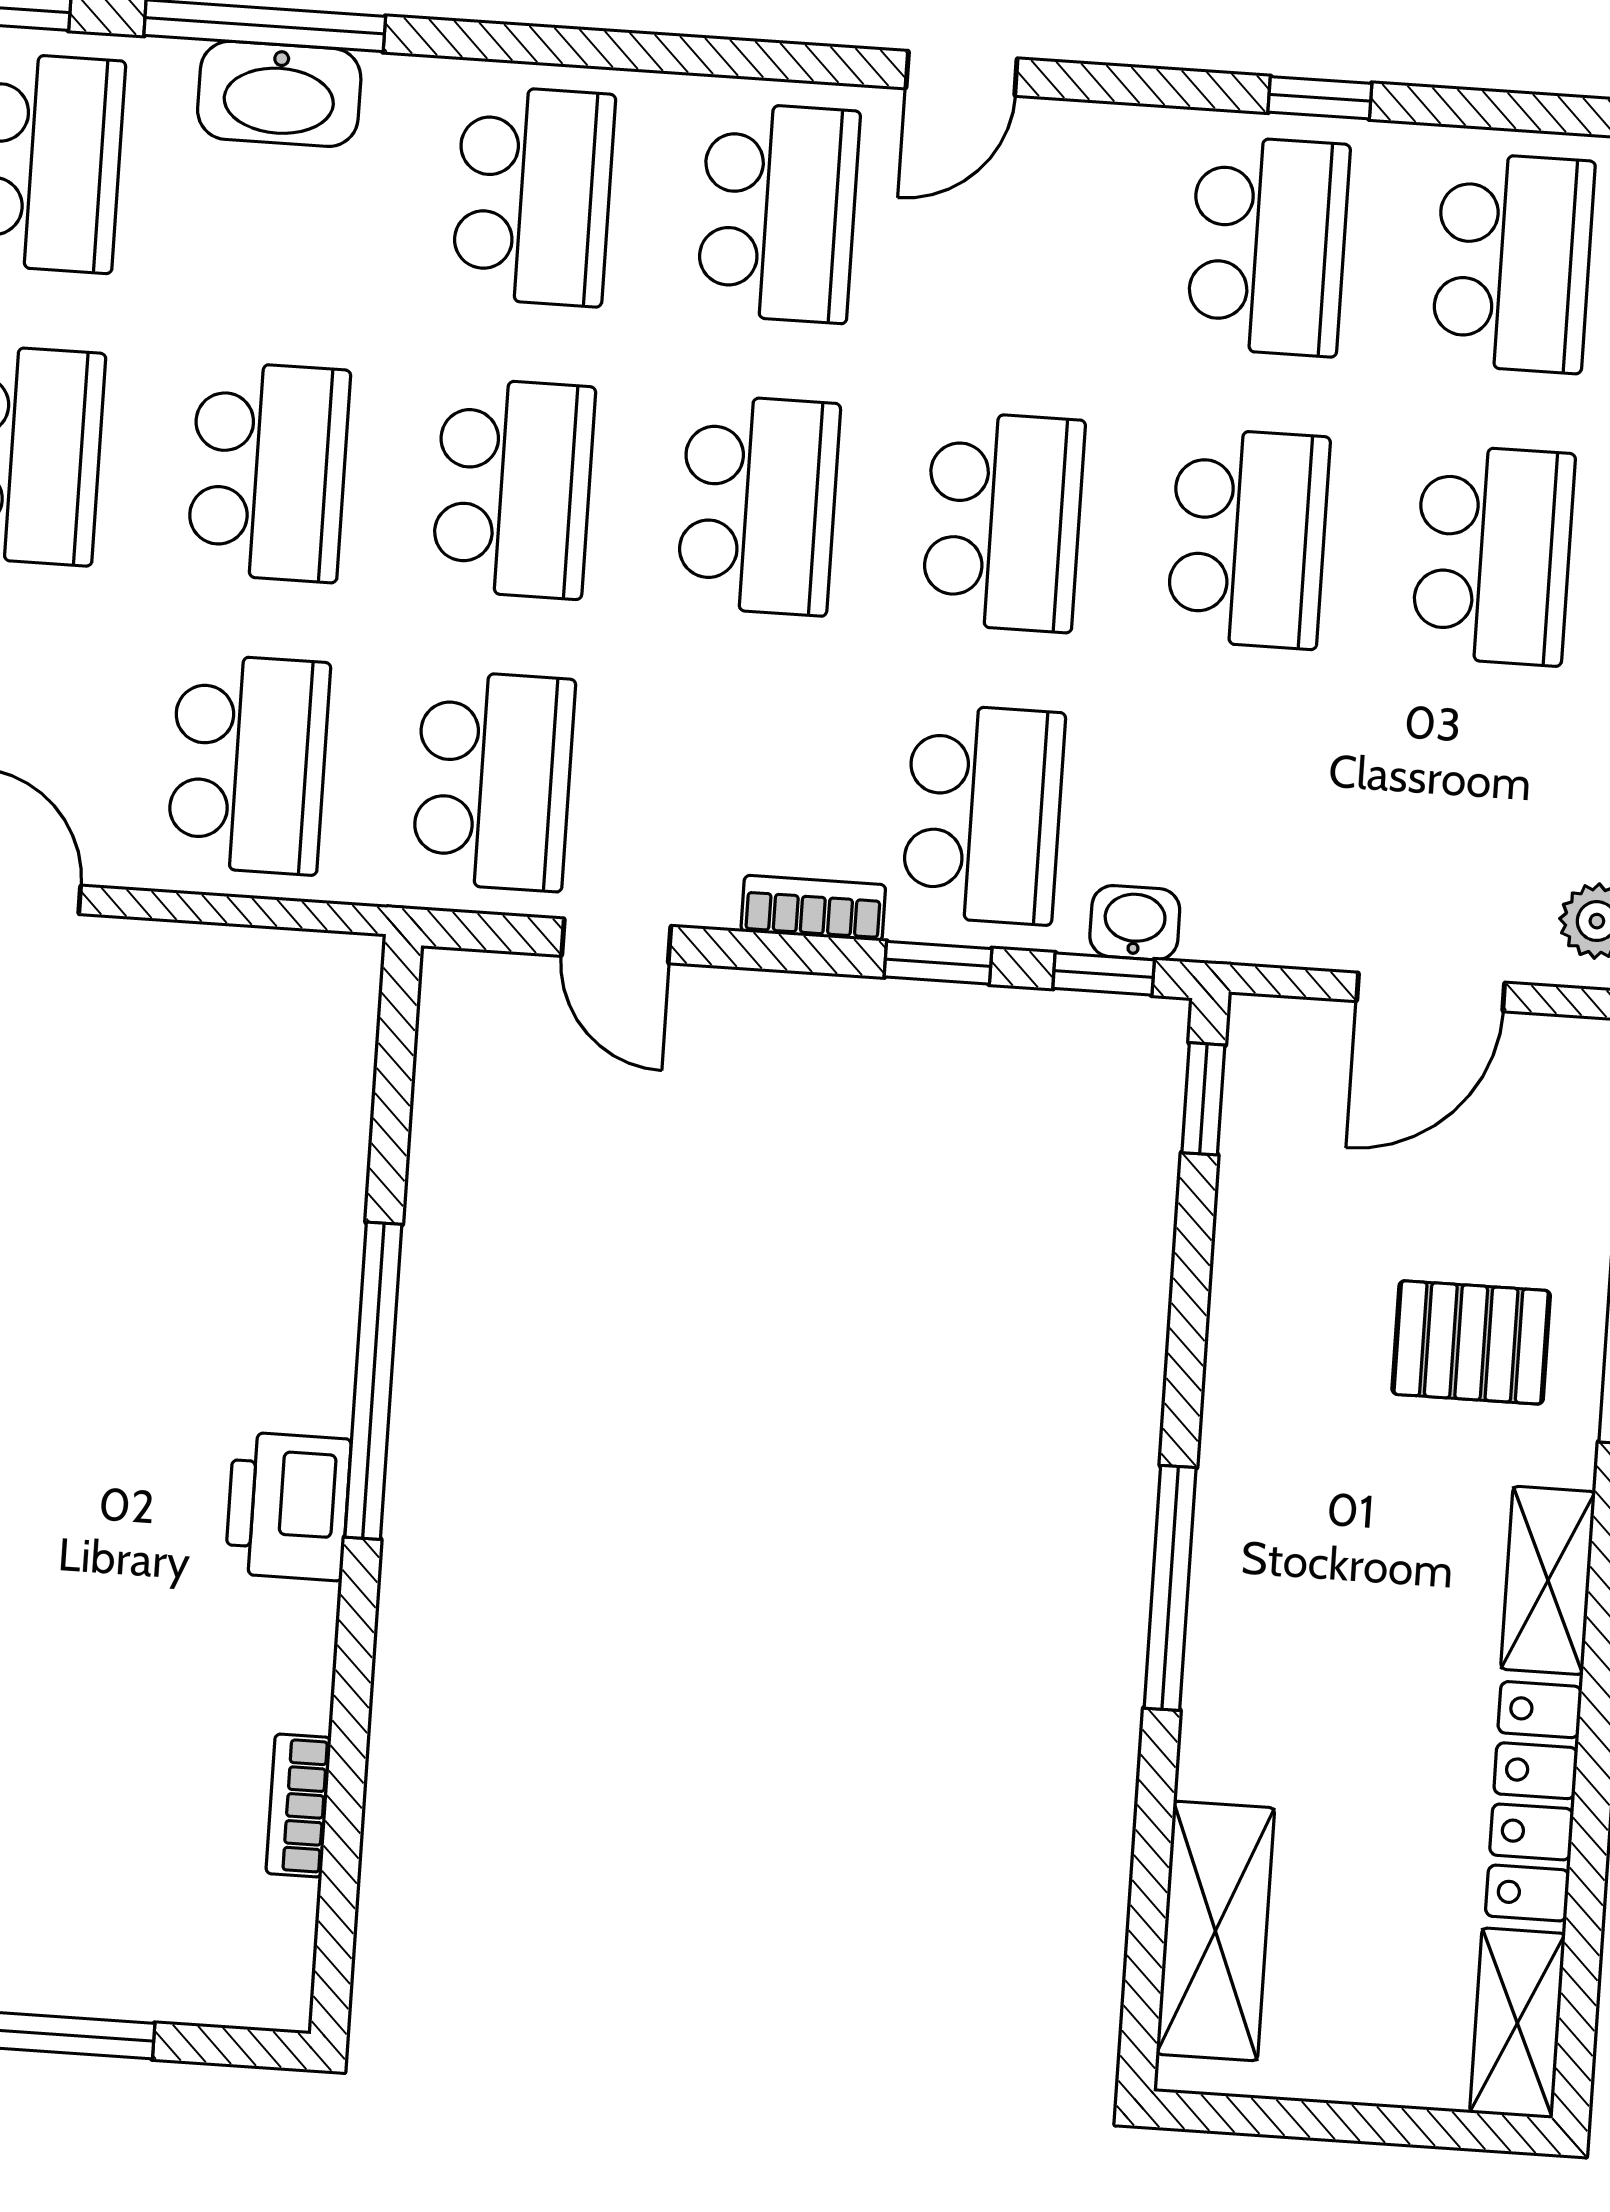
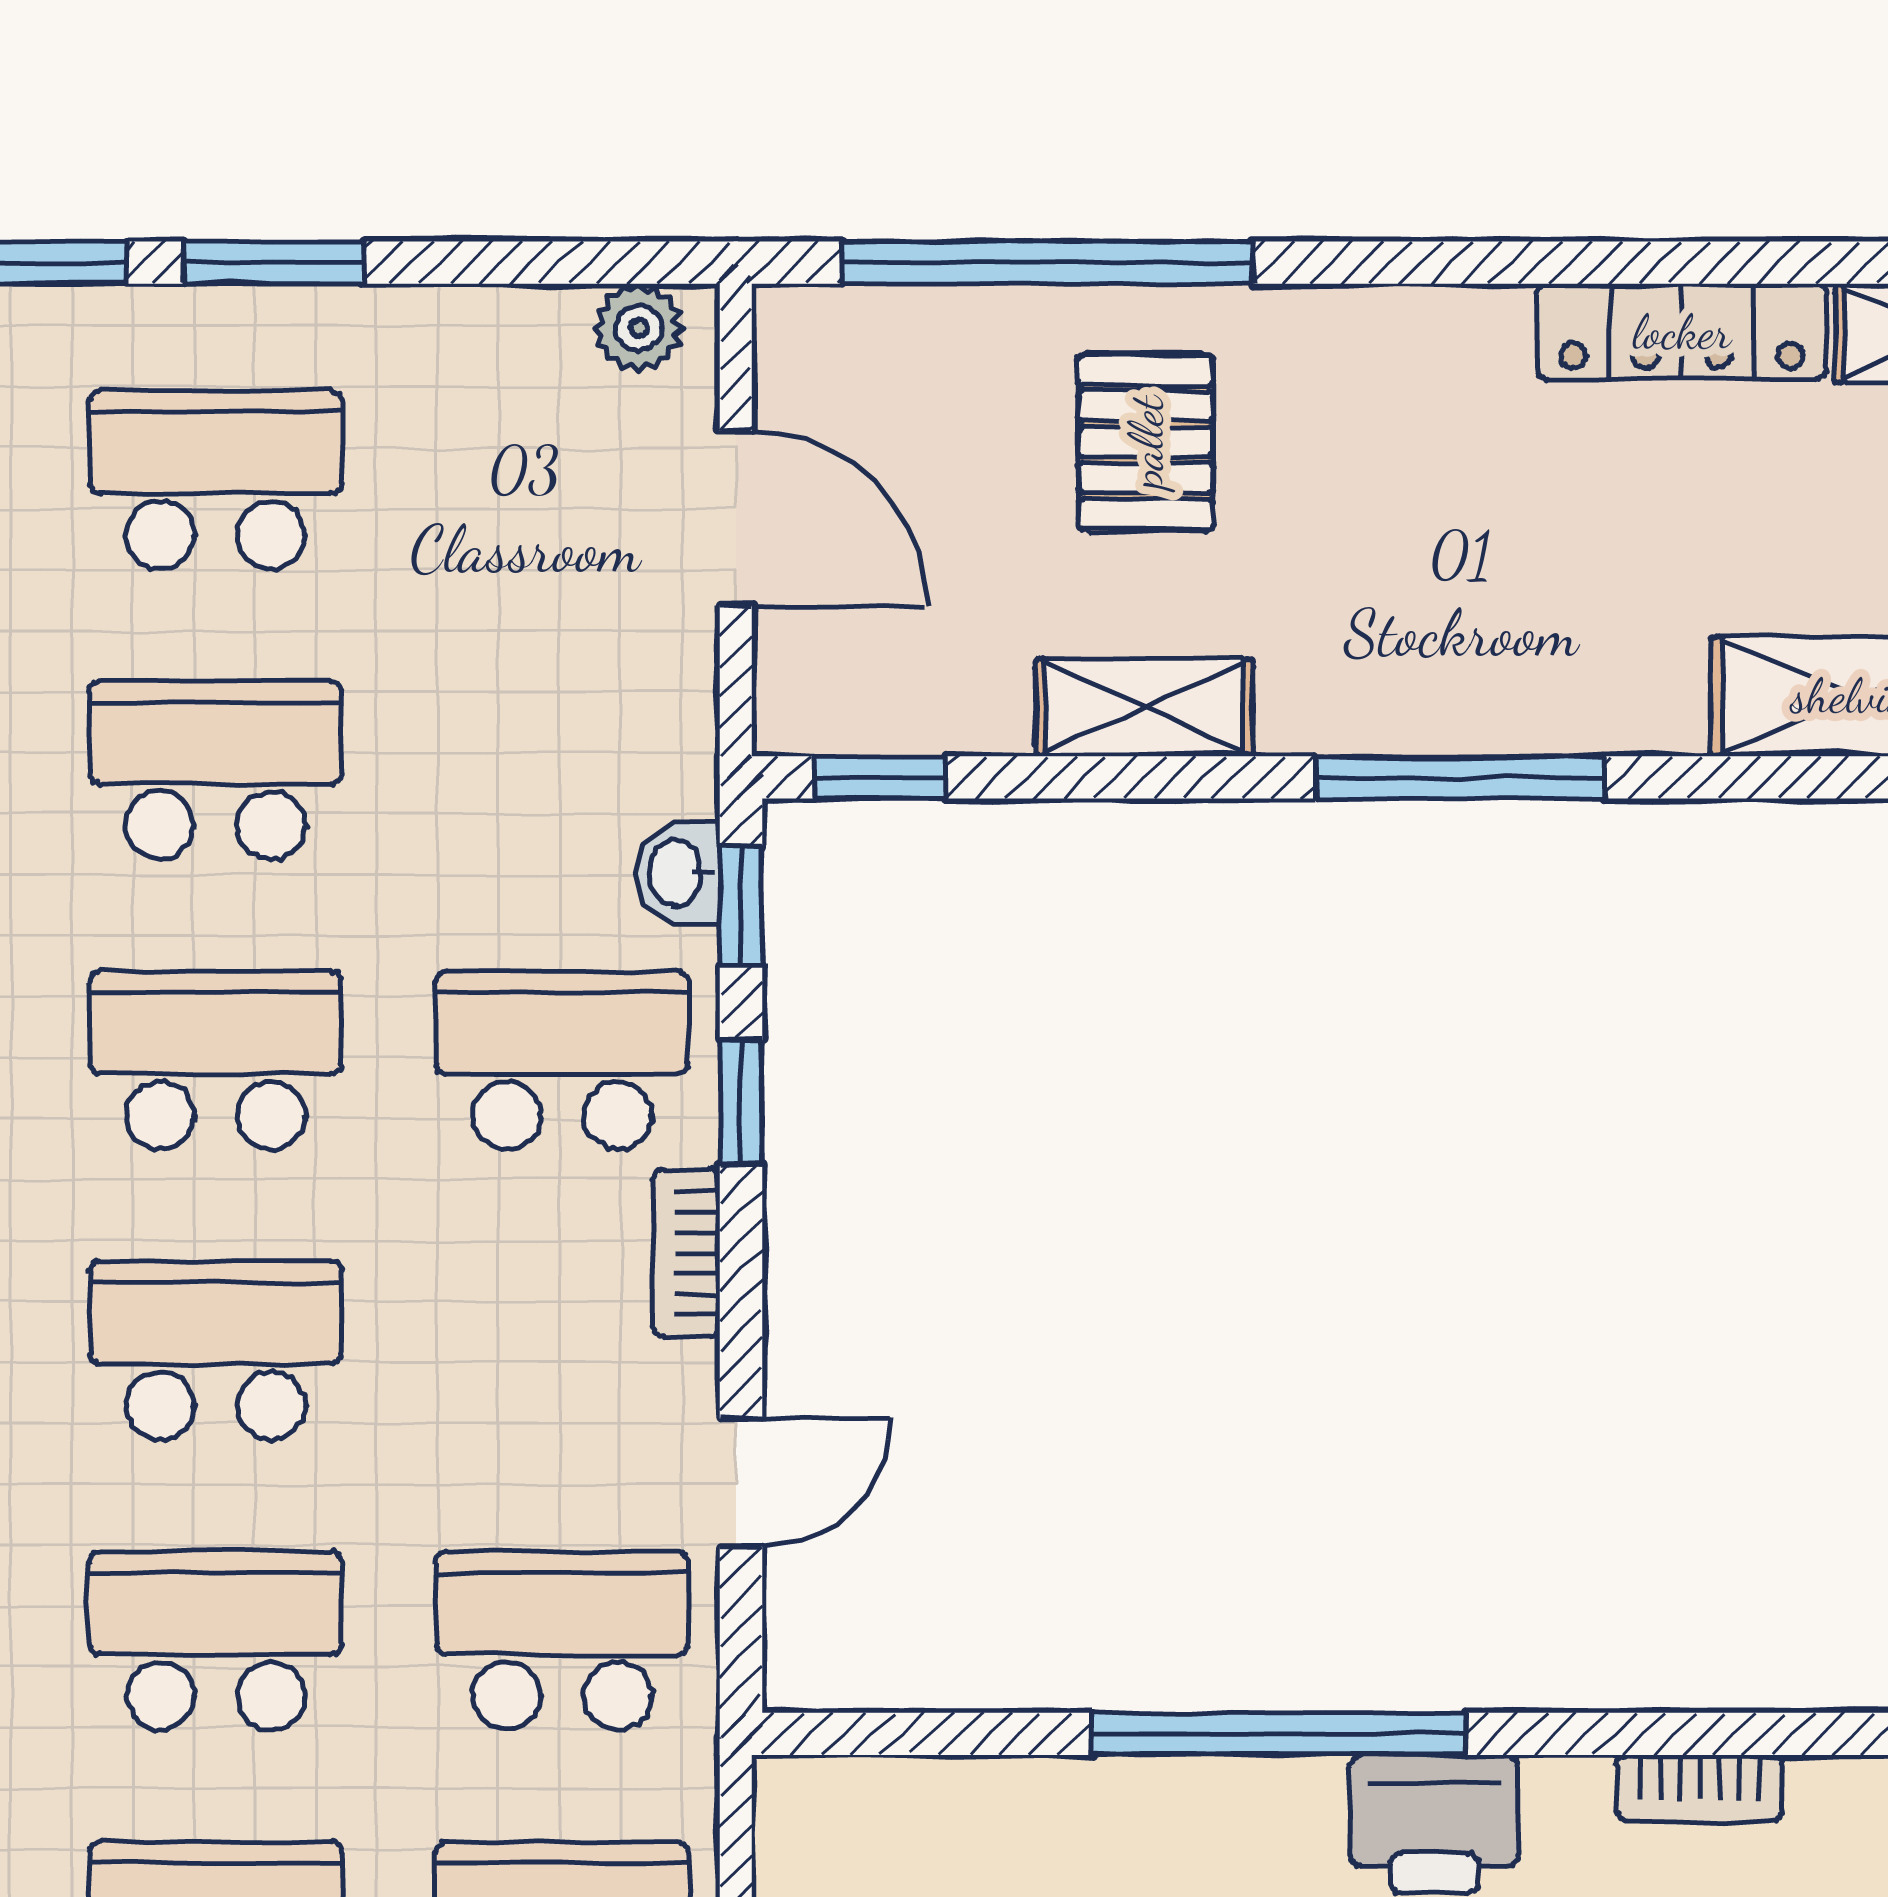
shelving: (1548, 1580) -> (1144, 708), moved
bookcase: (298, 1805) -> (1700, 1788), moved

